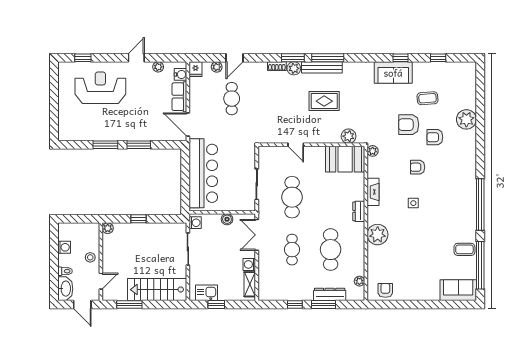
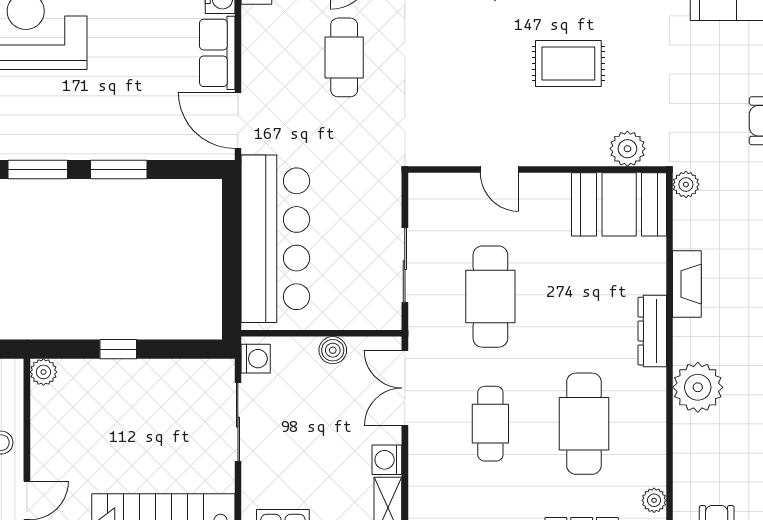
dresser: (359, 211) -> (652, 331), width x1.44

